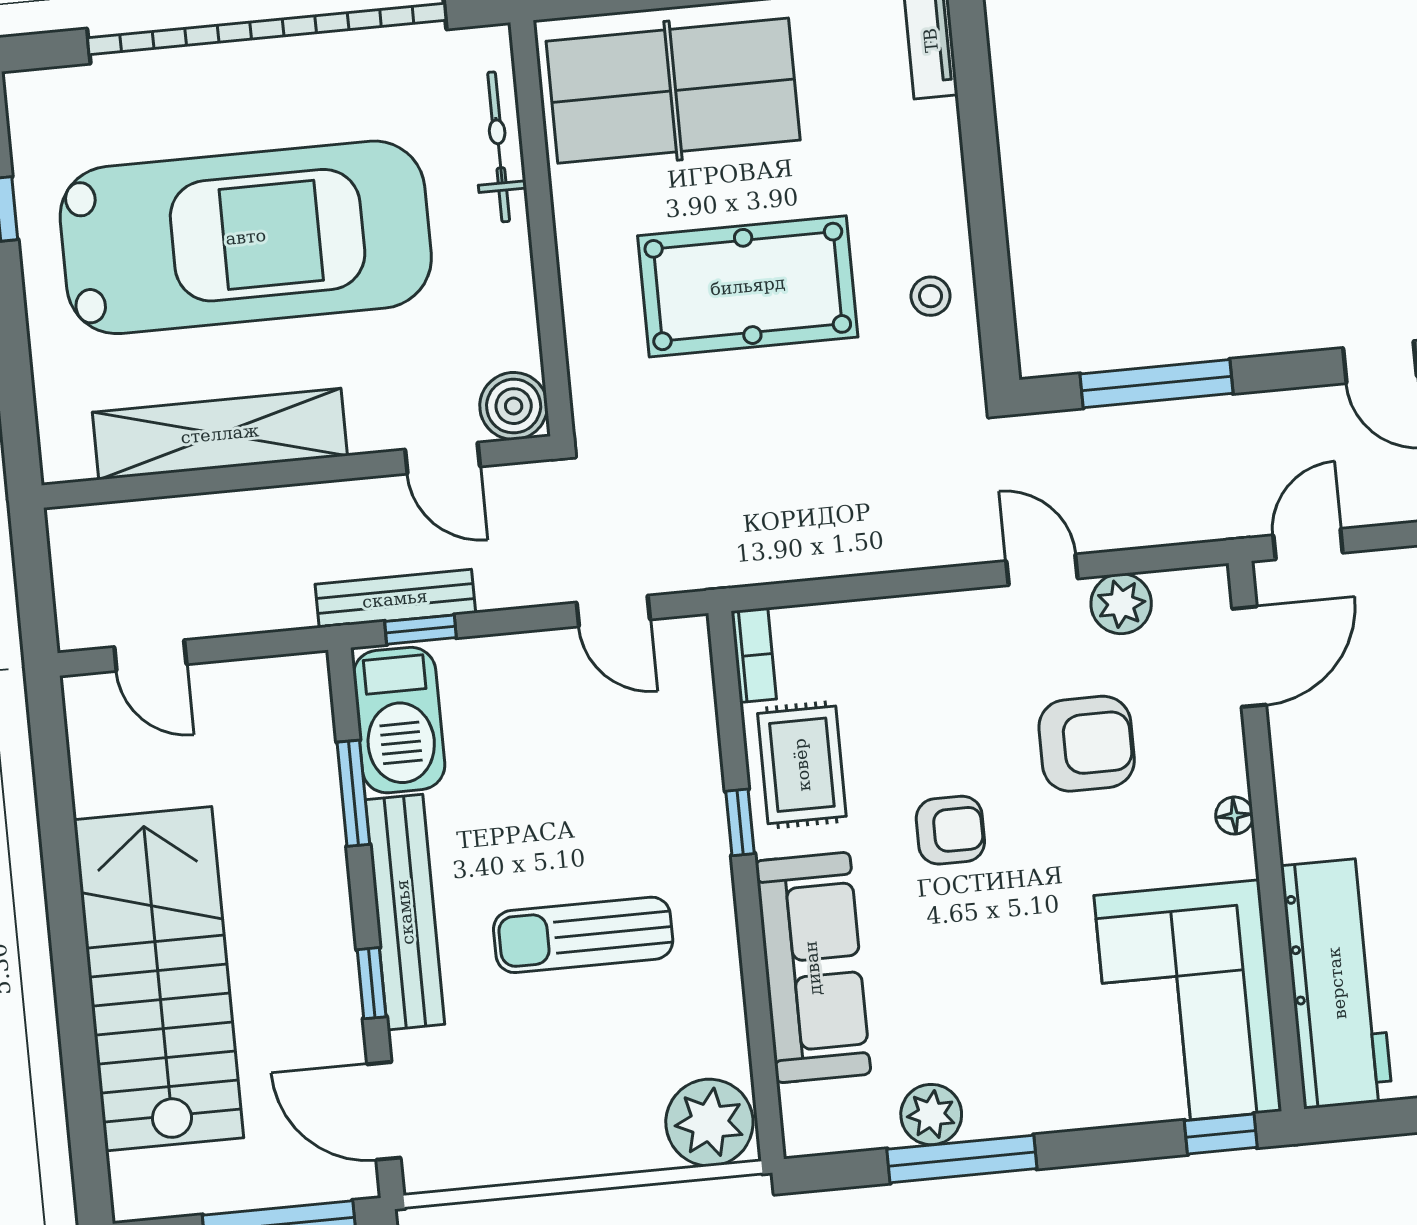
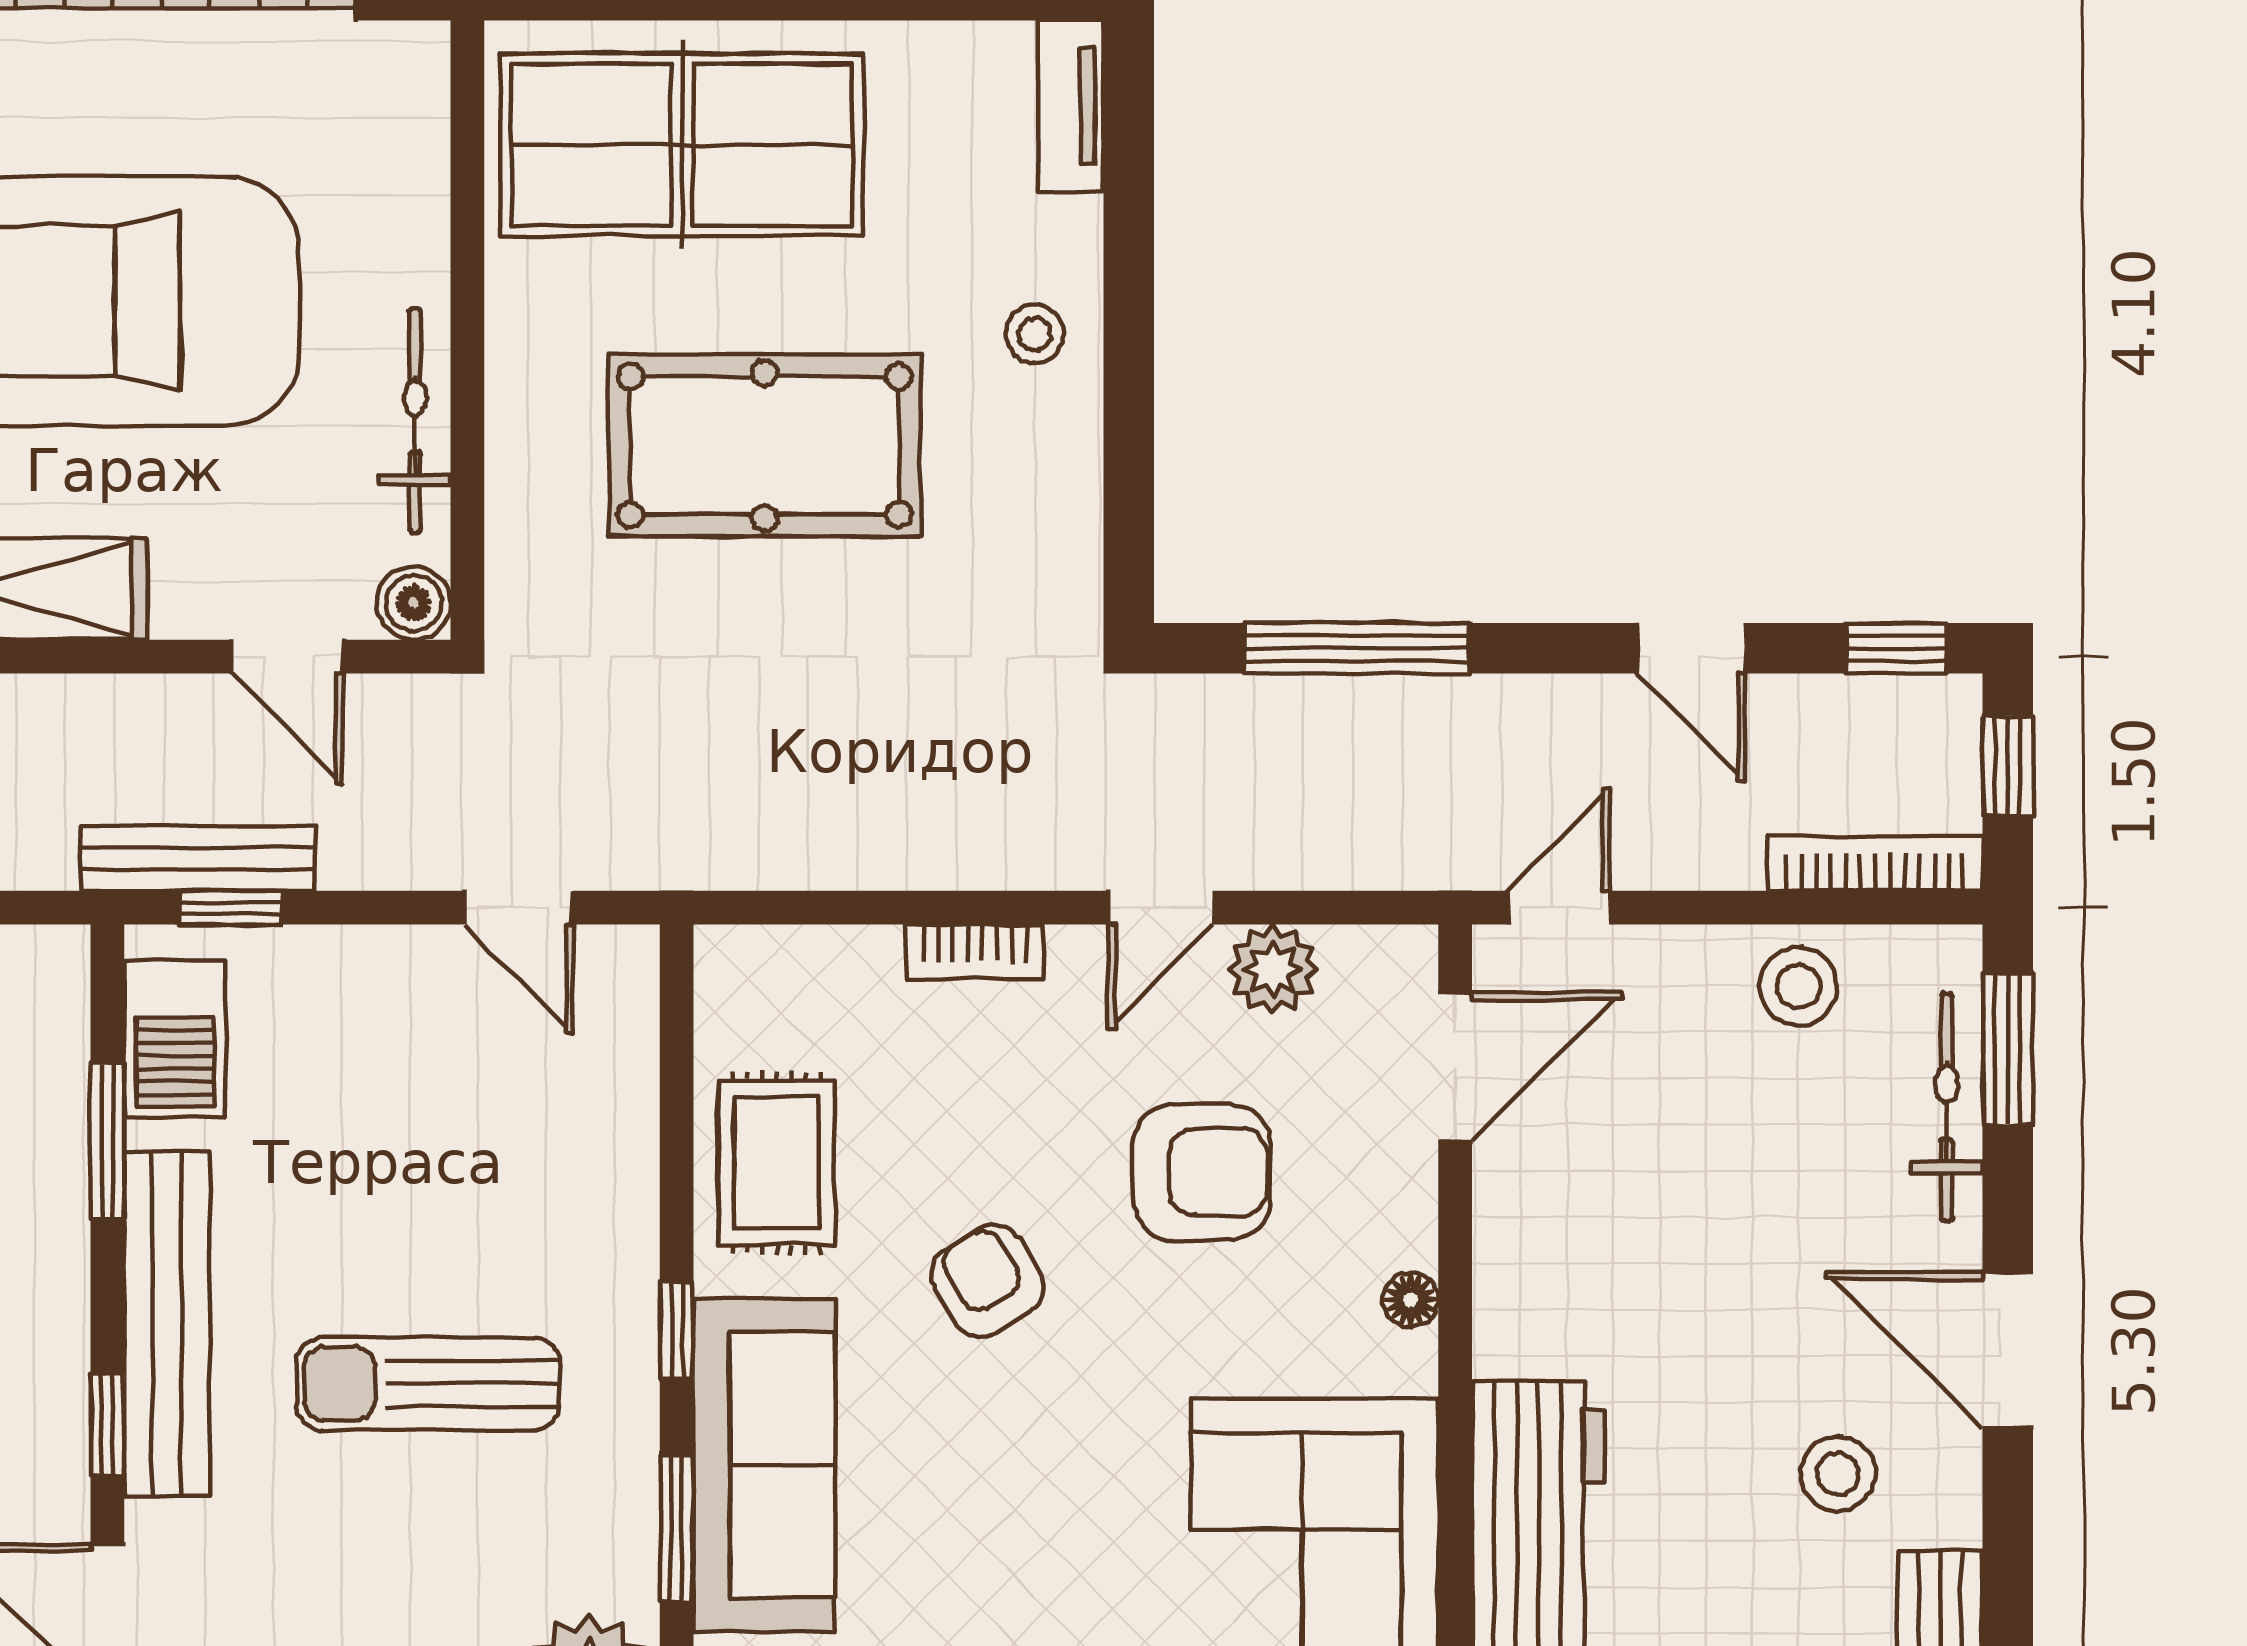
bicycle: (499, 147) -> (415, 421), moved
stool: (931, 296) -> (1035, 334), moved
boiler: (514, 406) -> (414, 603), width x0.73, depth x0.73
door: (1042, 570) -> (1160, 908), swing flipped
bookcase: (754, 655) -> (975, 952), moved, turned 90
barbecue: (399, 720) -> (175, 1039), width x0.73, depth x0.83
window: (740, 822) -> (677, 1331), moved
armchair: (950, 830) -> (987, 1281), turned -121
window: (759, 1015) -> (677, 1528), added

